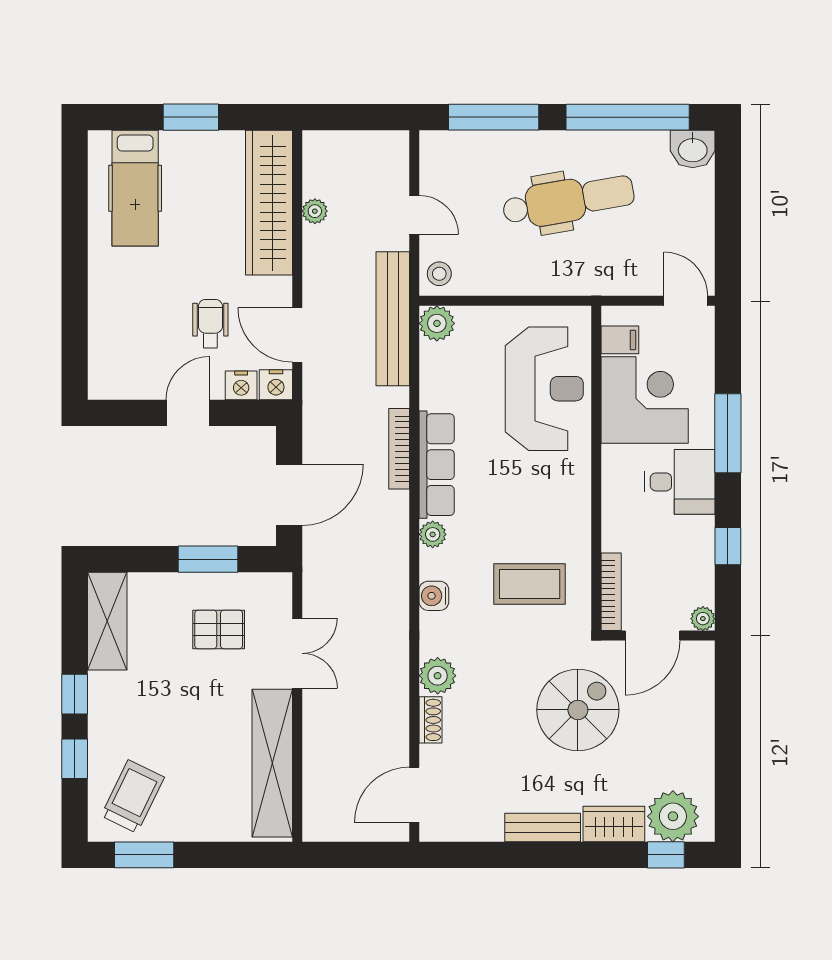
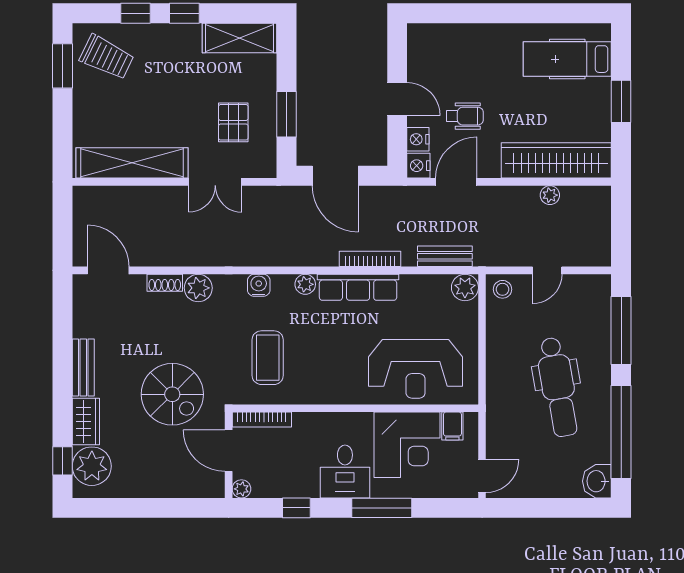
bench: (393, 319) -> (445, 256), width x0.54, depth x0.82

